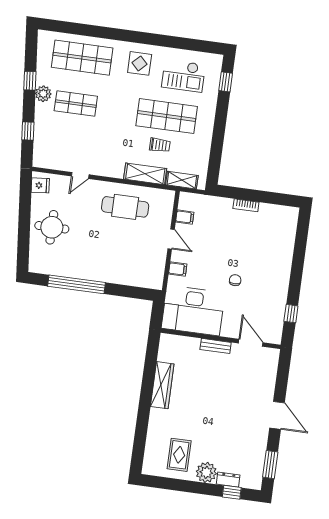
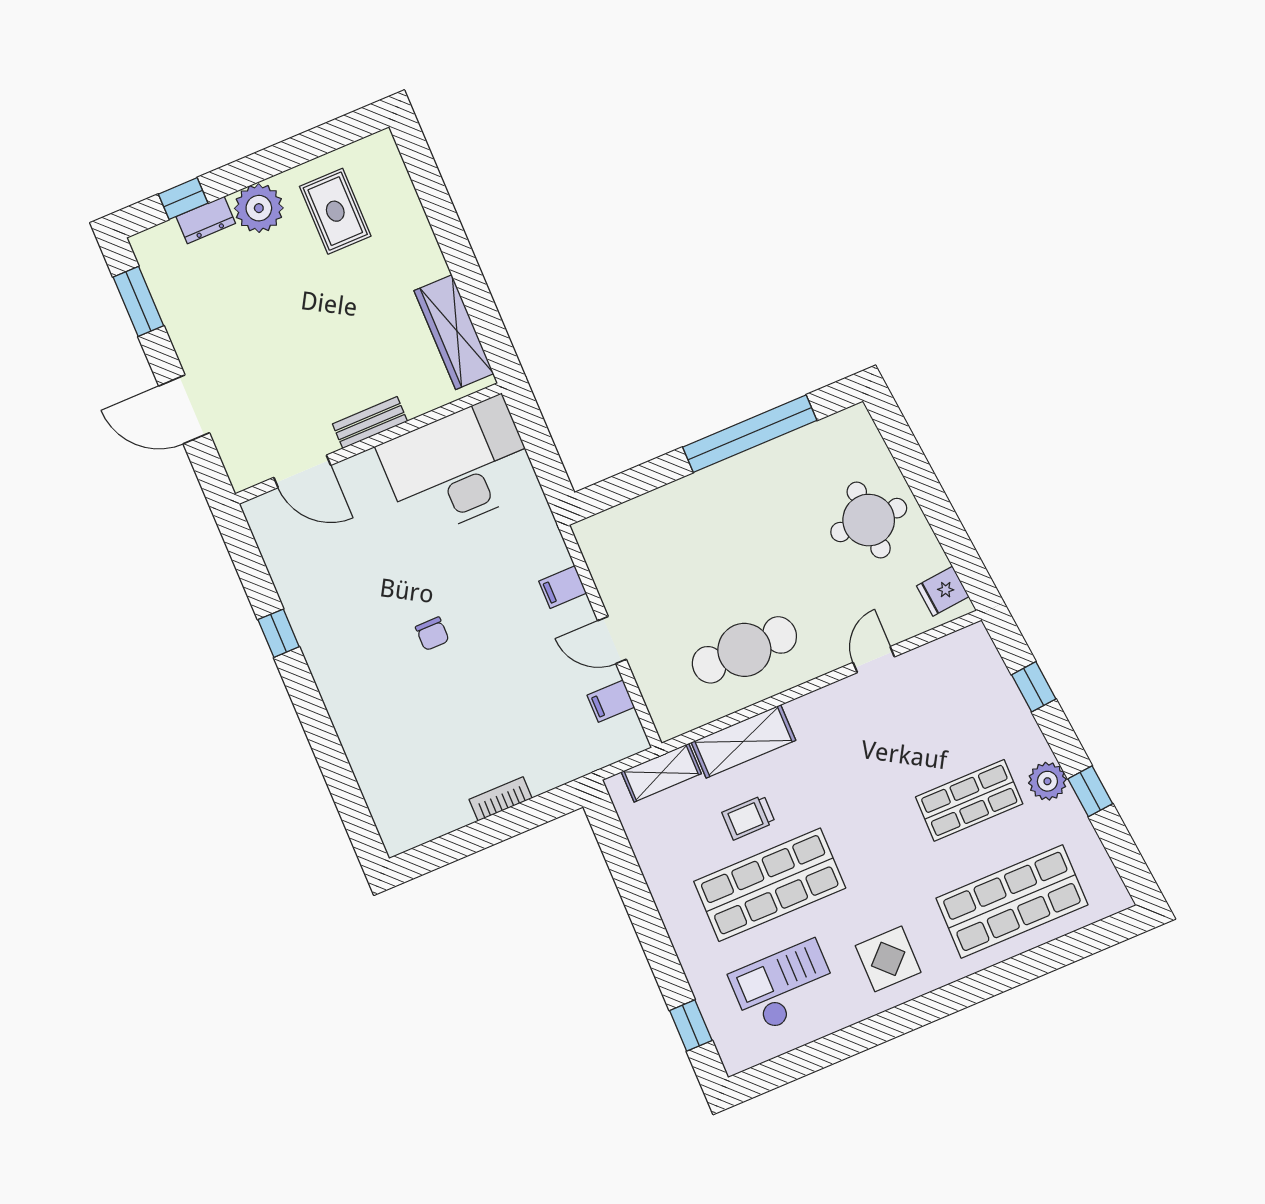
desk: (193, 311) -> (458, 467), moved
wall: (221, 339) -> (368, 443), moved
door: (251, 343) -> (302, 471), moved
bench: (216, 346) -> (370, 423), moved

